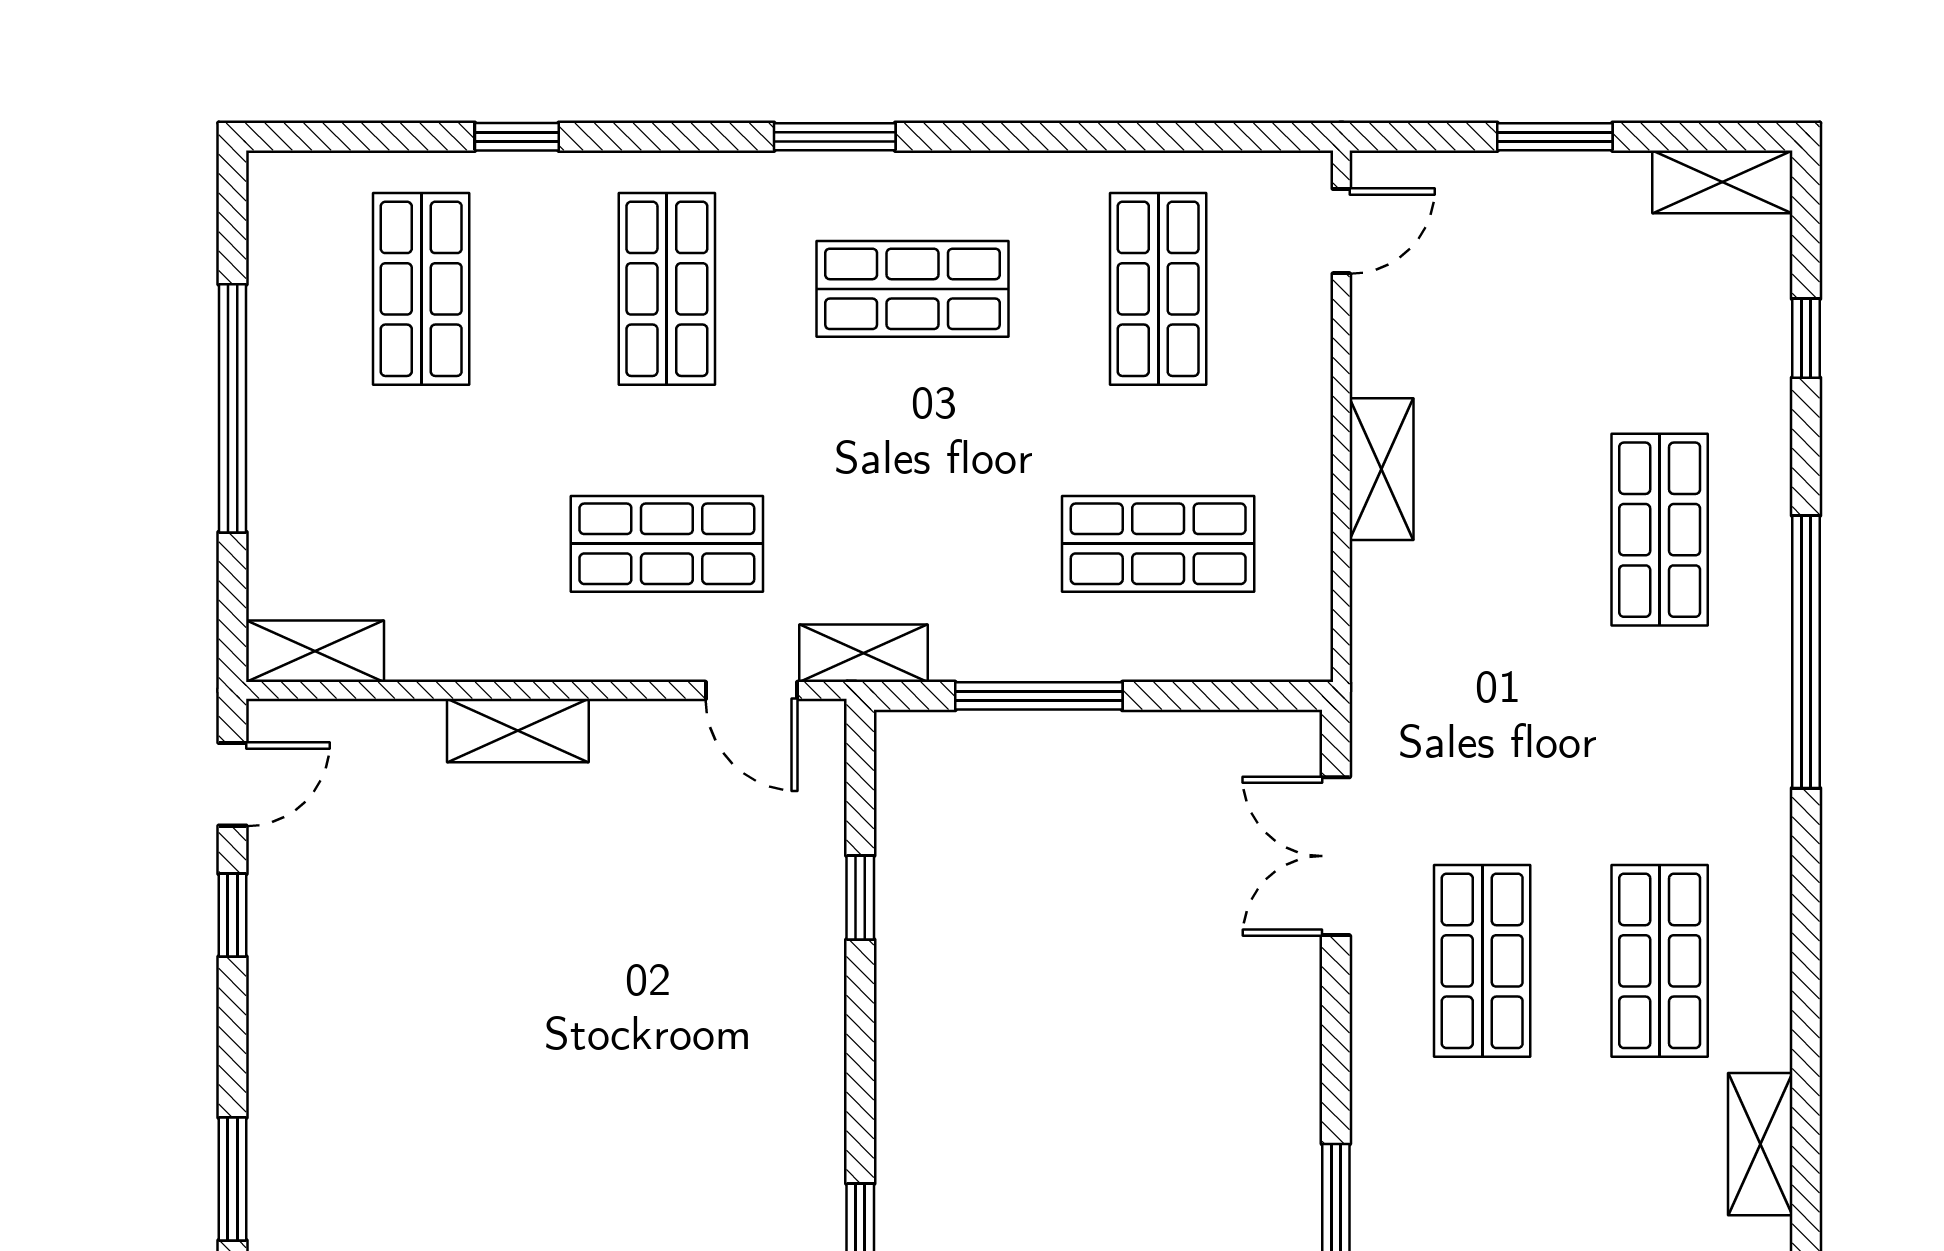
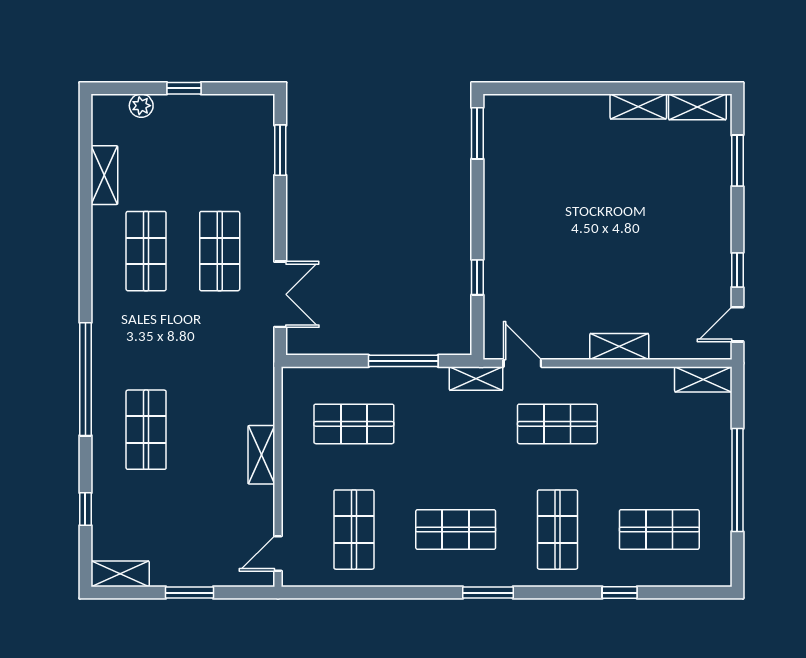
shop shelf: (421, 289) -> (659, 530), turned 90

